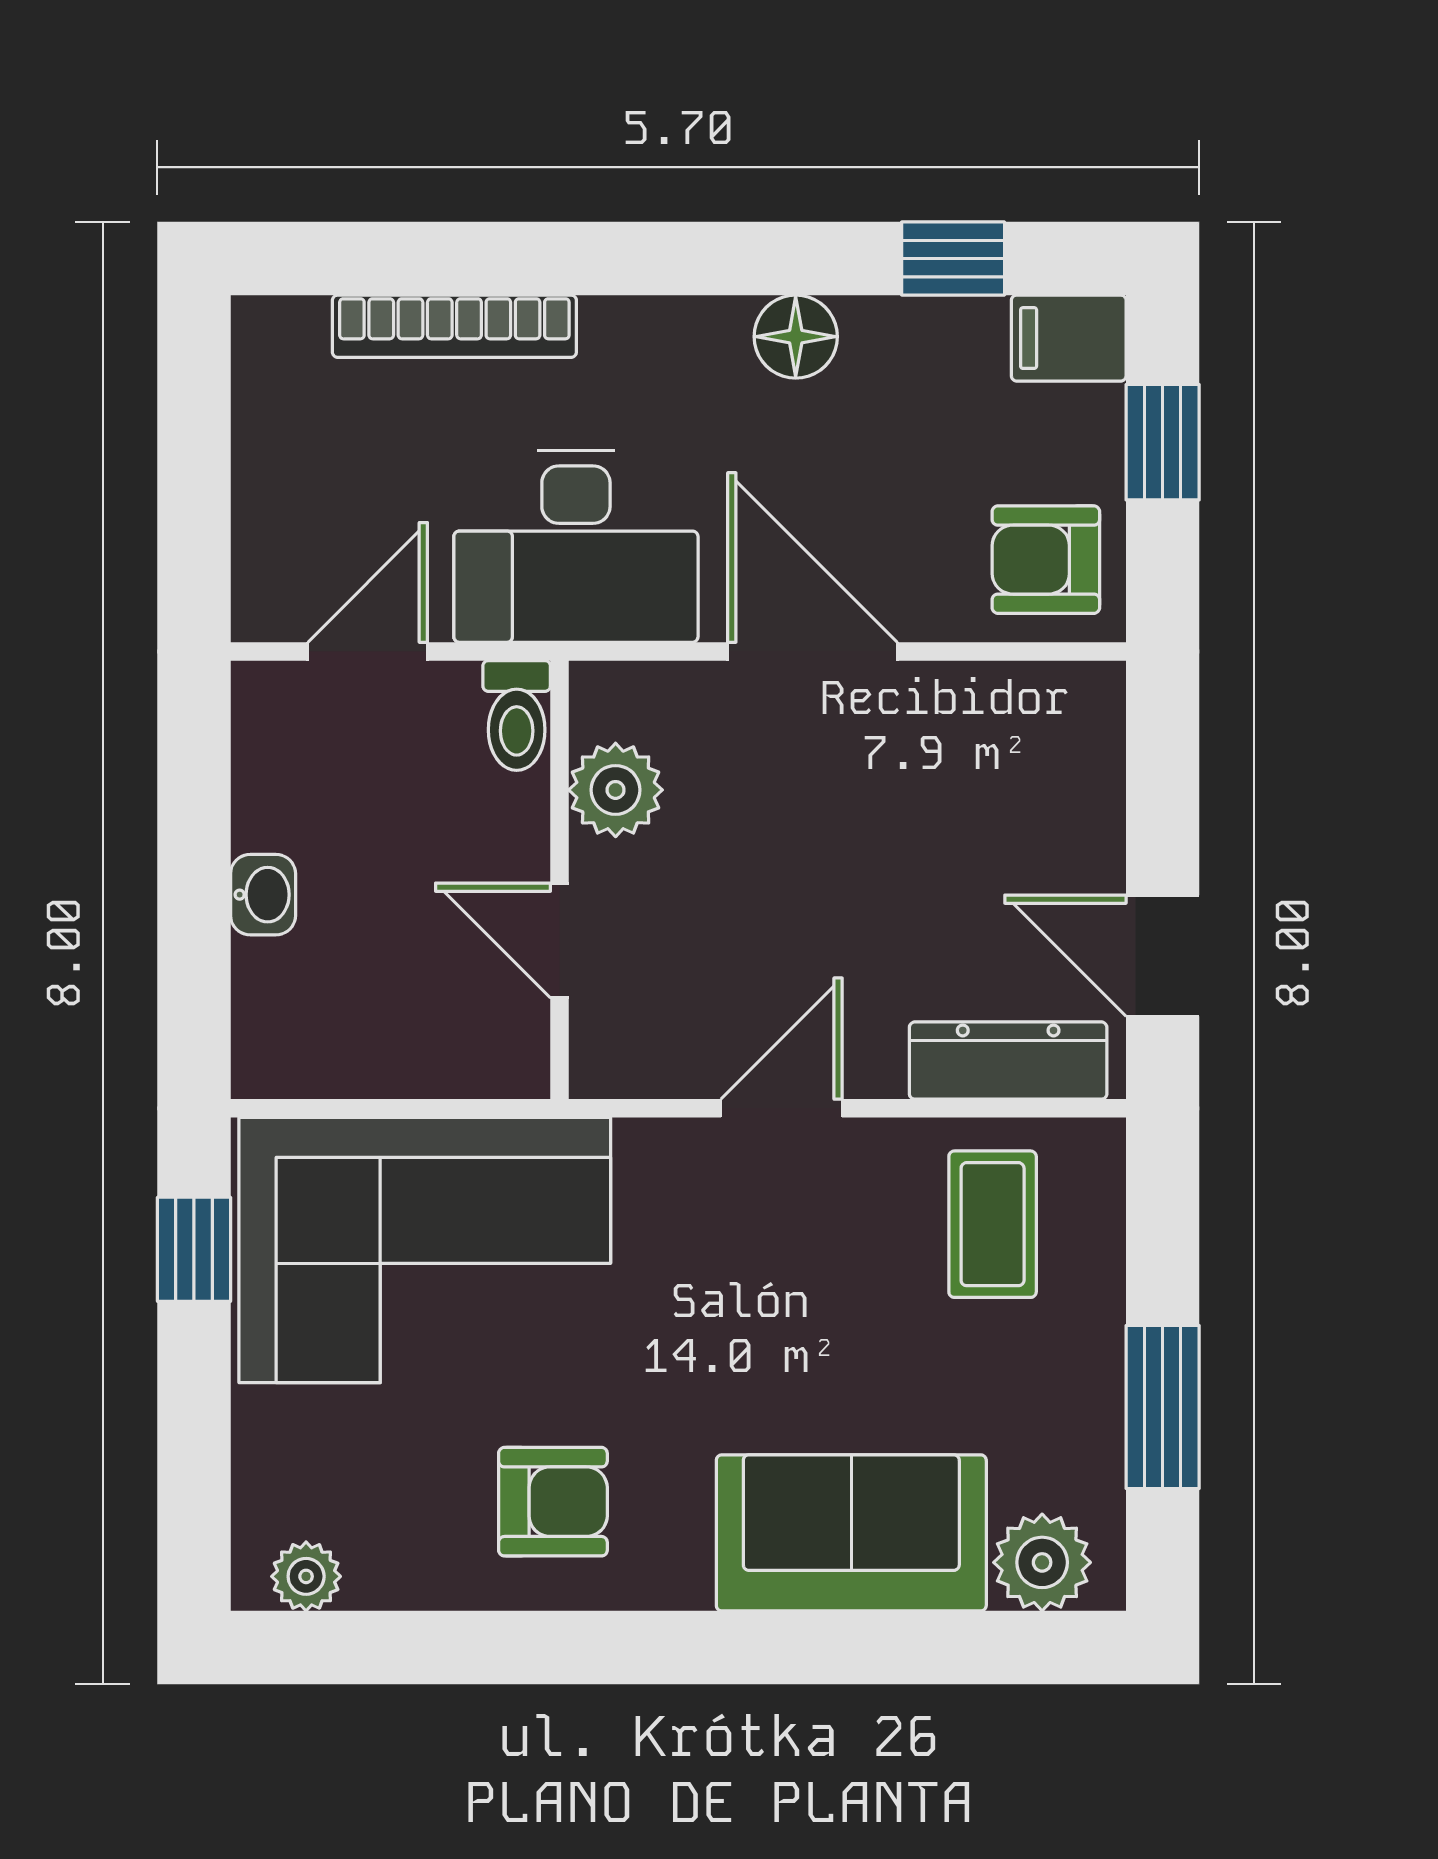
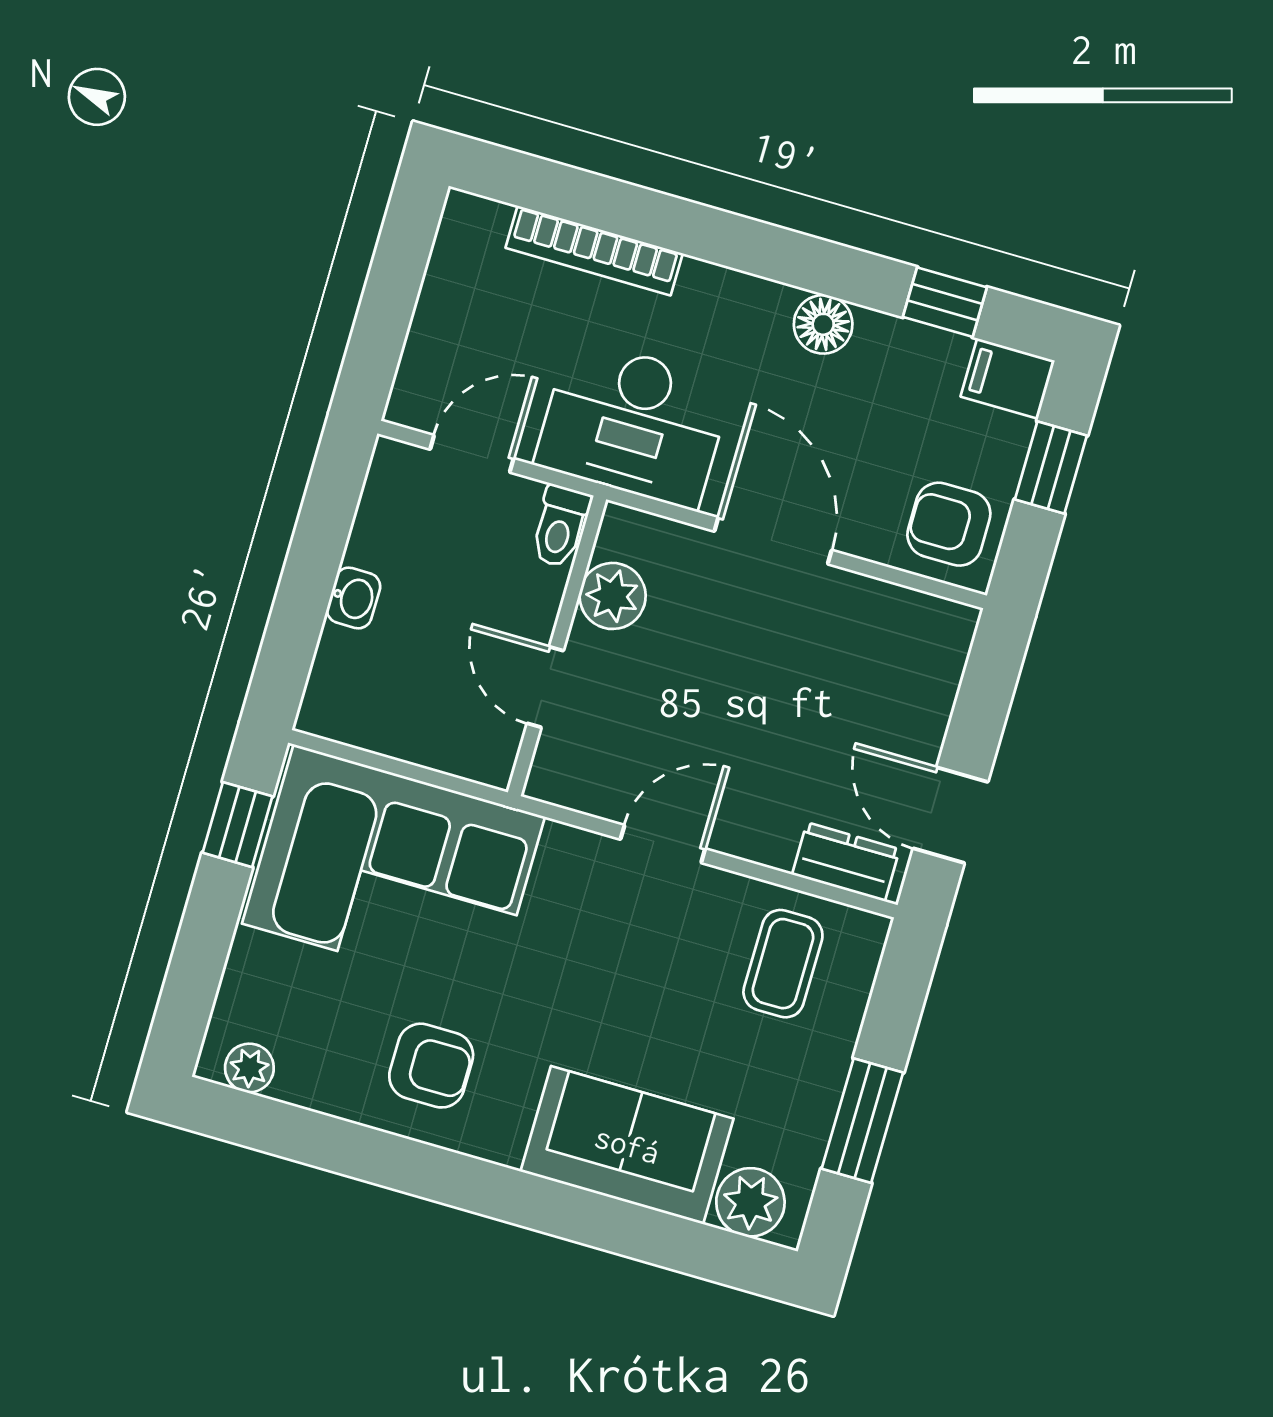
dresser: (1008, 1061) -> (846, 862), width x0.70

